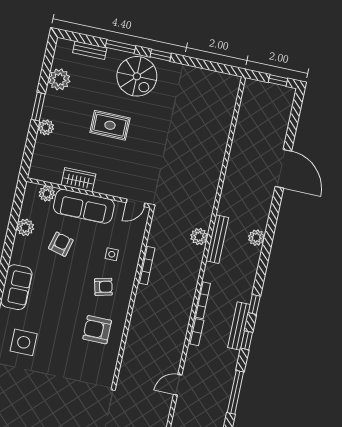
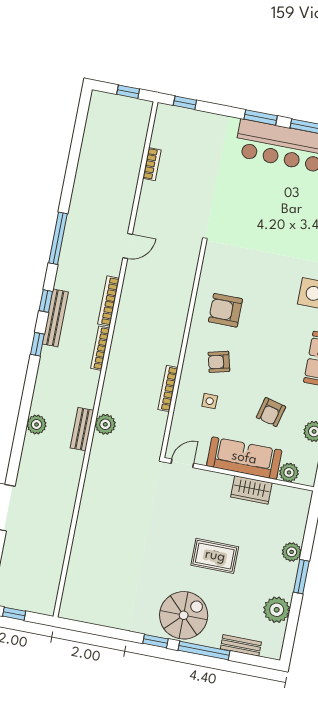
window: (120, 47) -> (204, 651), width x1.44
spiral stairs: (137, 76) -> (184, 615), turned 90
bench: (217, 239) -> (82, 429), width x0.73
armchair: (97, 330) -> (225, 310), turned 180
bookcase: (196, 332) -> (109, 301), width x1.56

